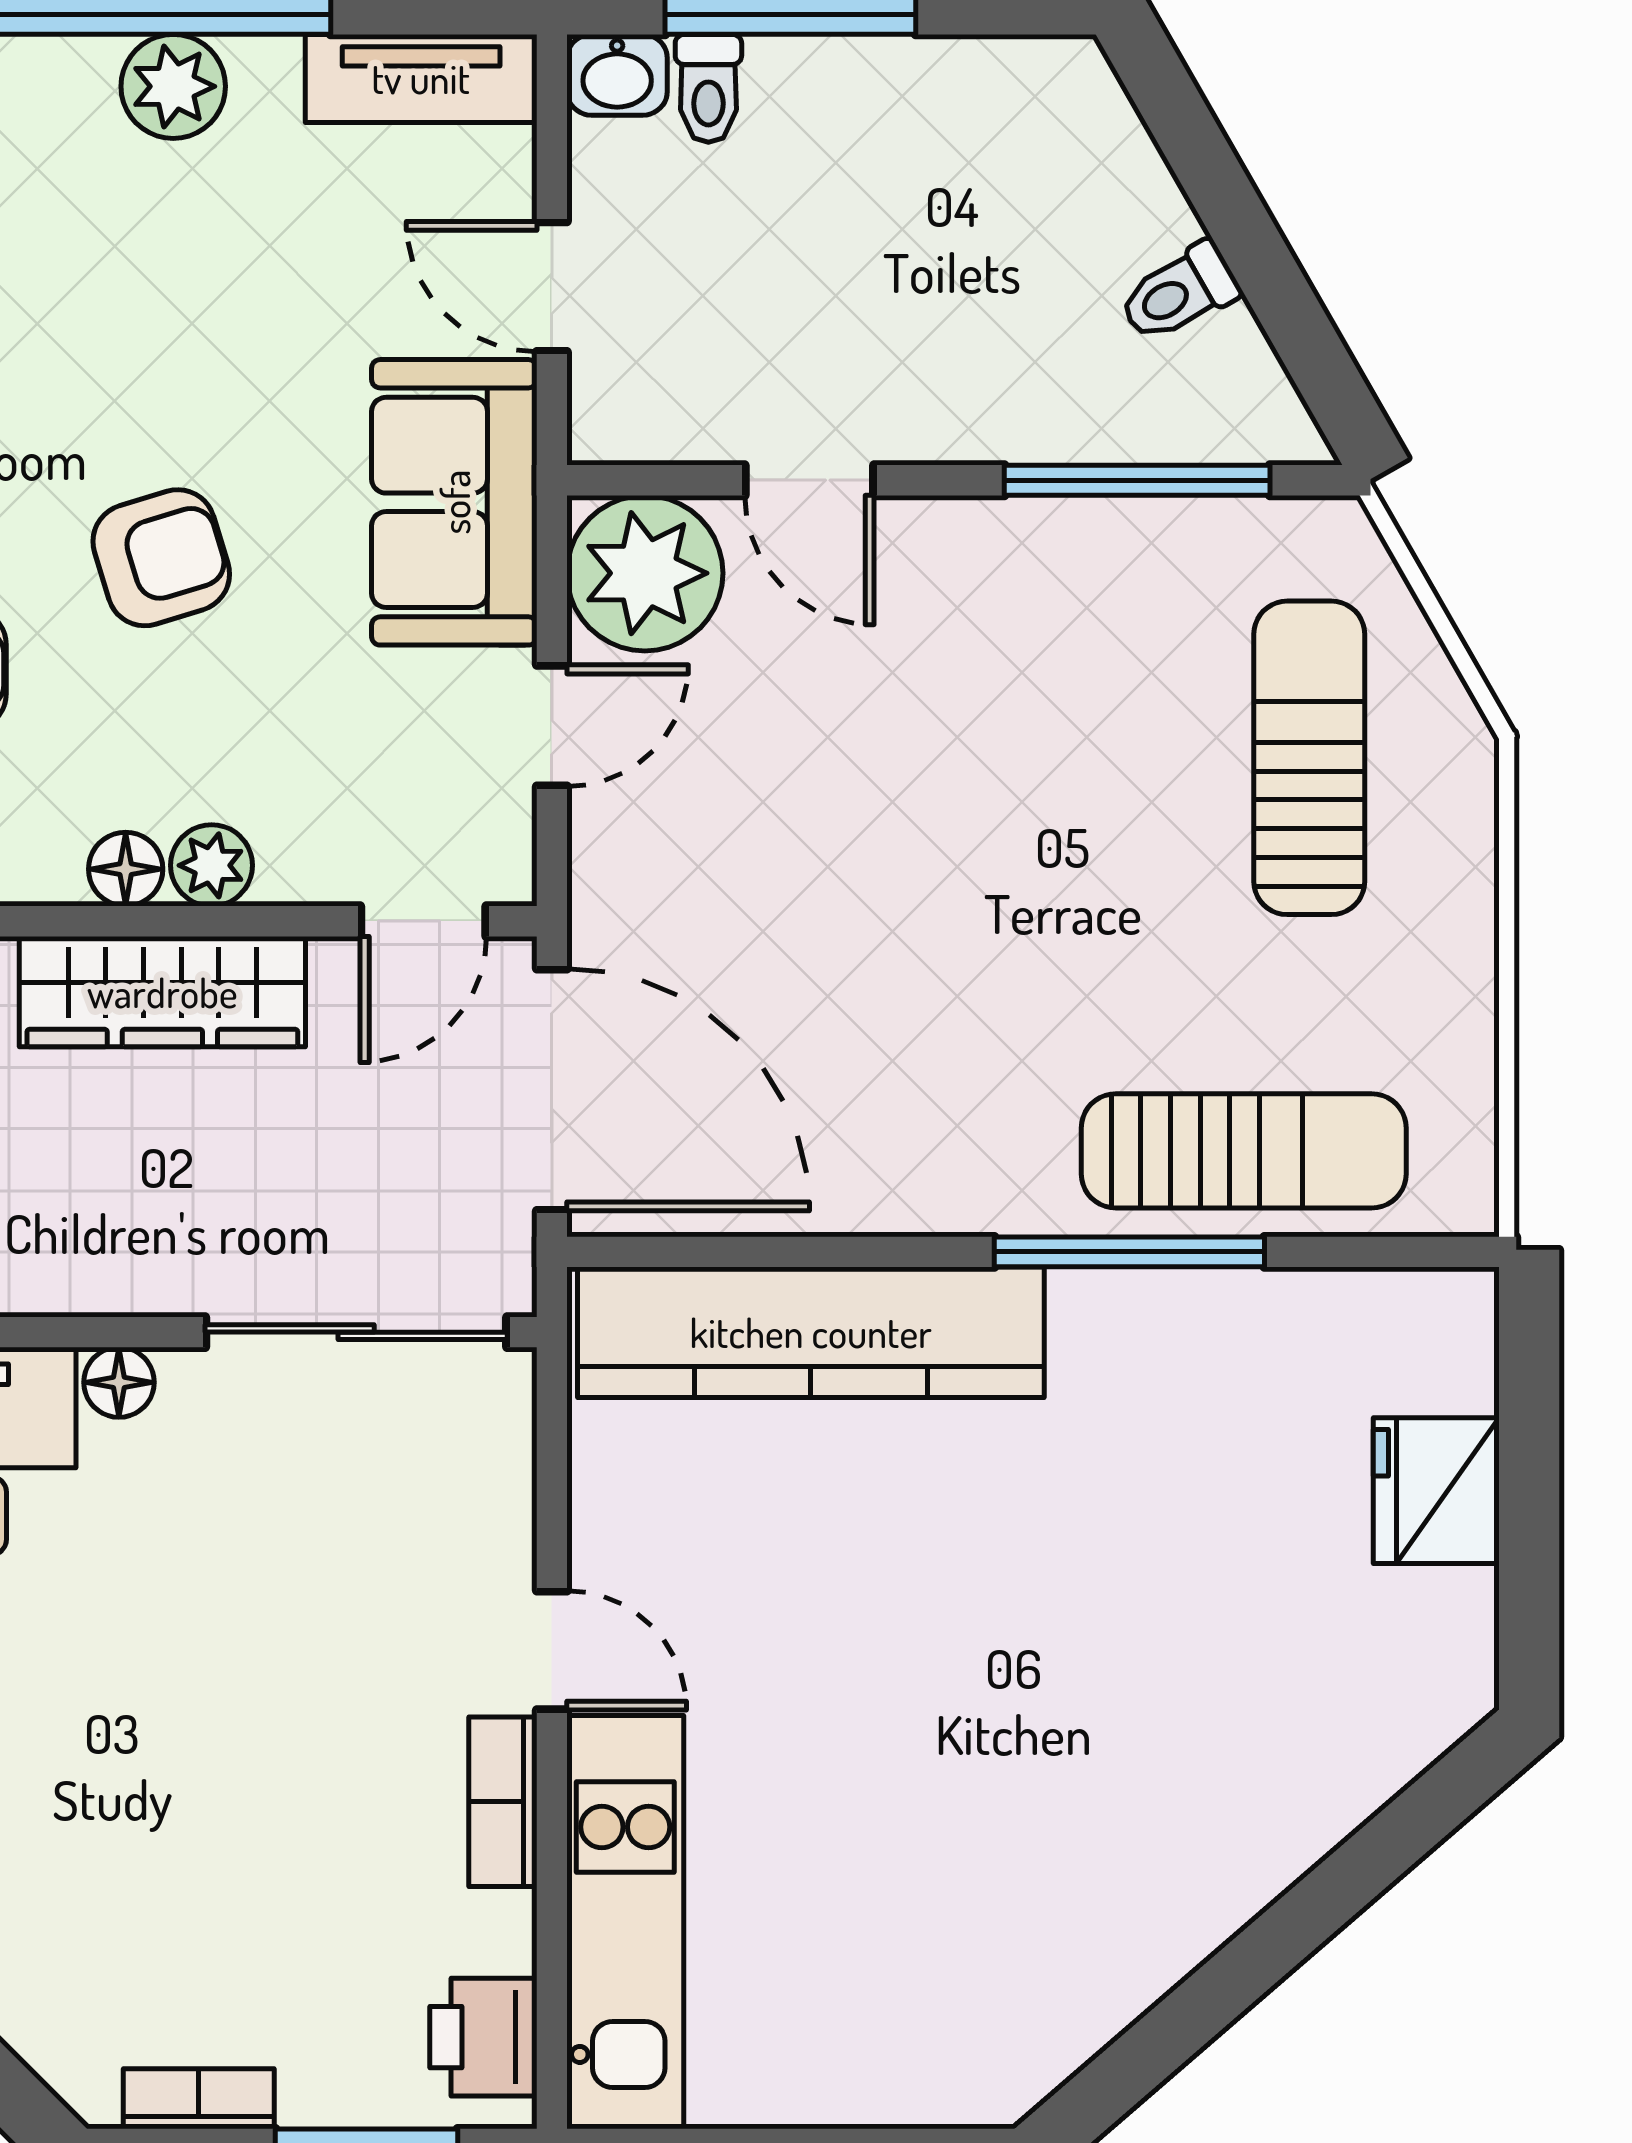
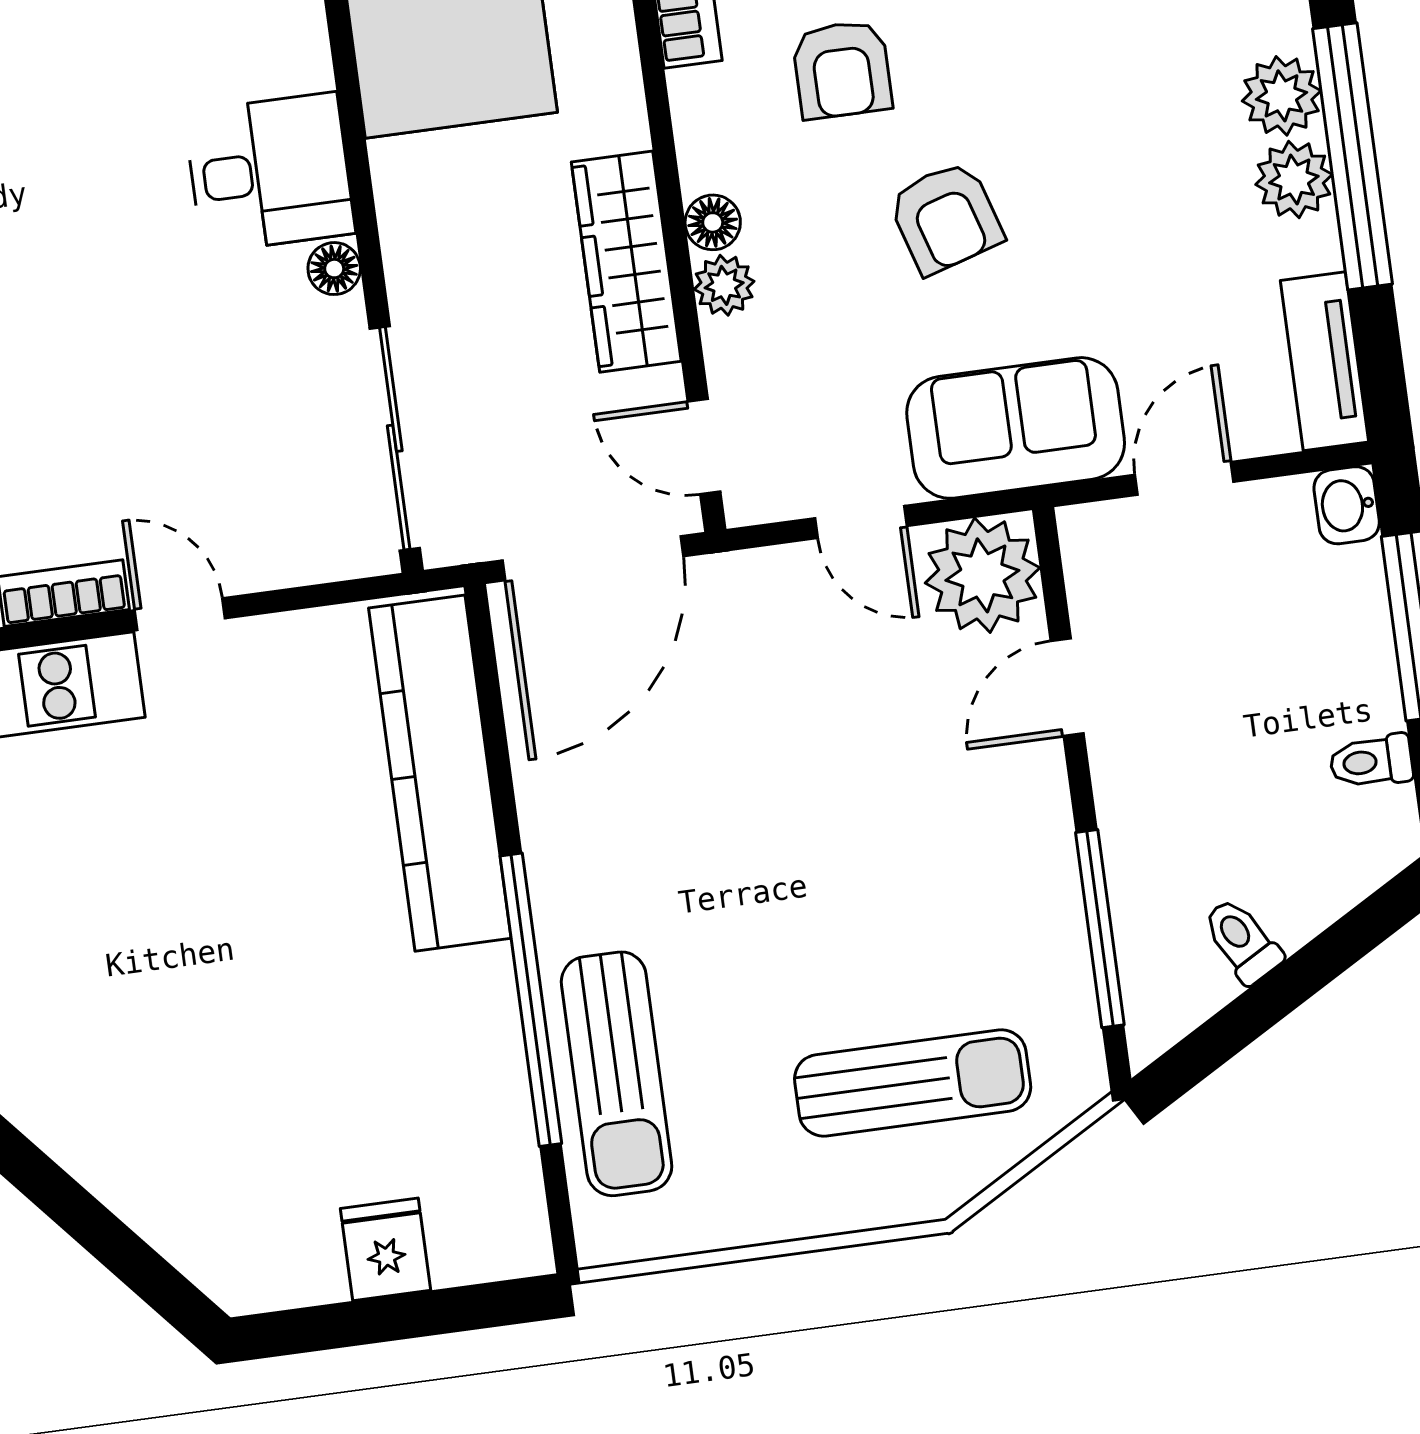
plant: (59, 88) -> (1281, 96), added
toilet: (708, 88) -> (1371, 761), moved
window: (1129, 1252) -> (531, 1000), width x1.46
fridge: (1436, 1491) -> (386, 1249), width x0.72
door: (552, 1650) -> (180, 614), swing flipped

